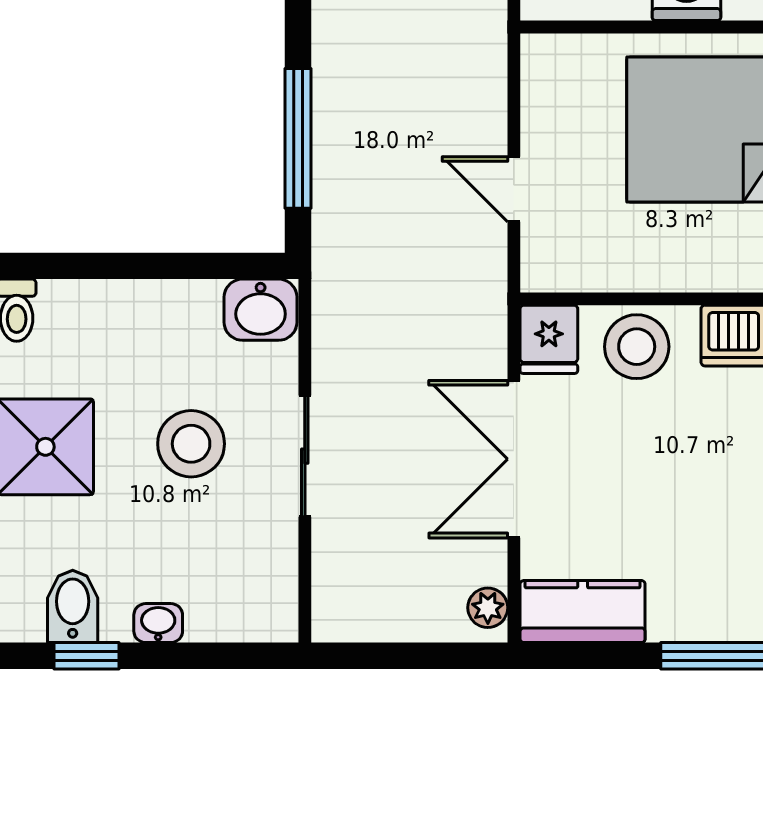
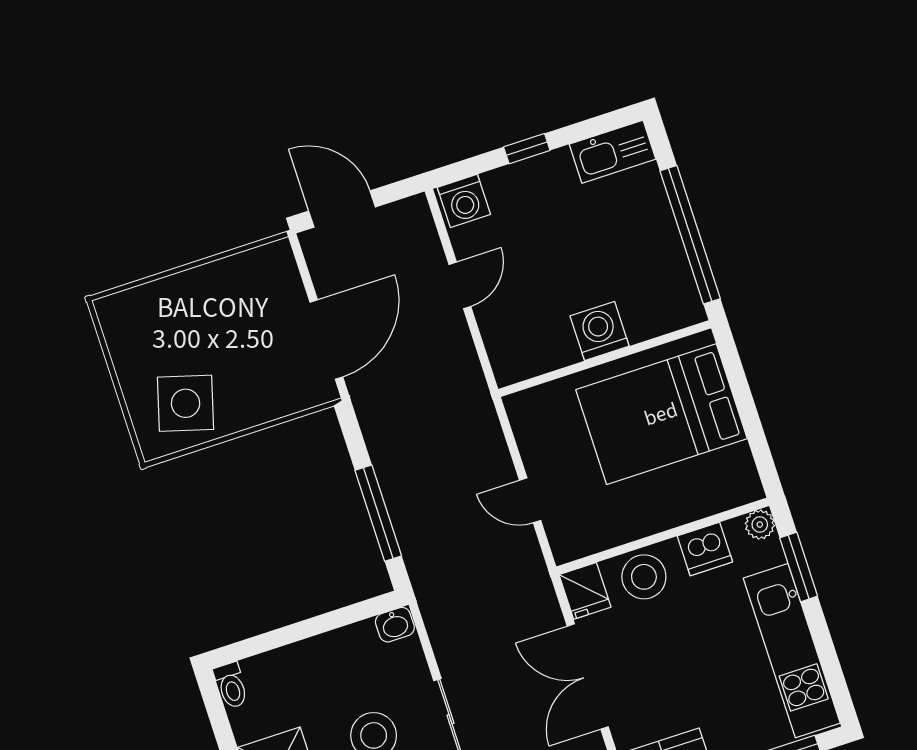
washbasin: (261, 310) -> (395, 625), width x0.72, depth x0.69

